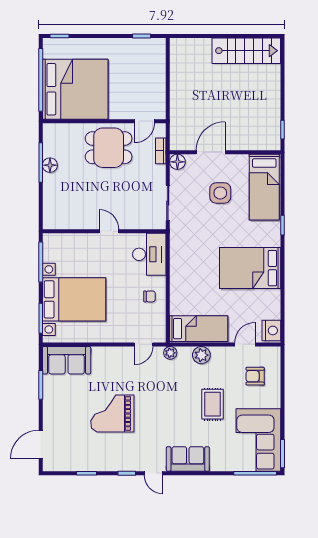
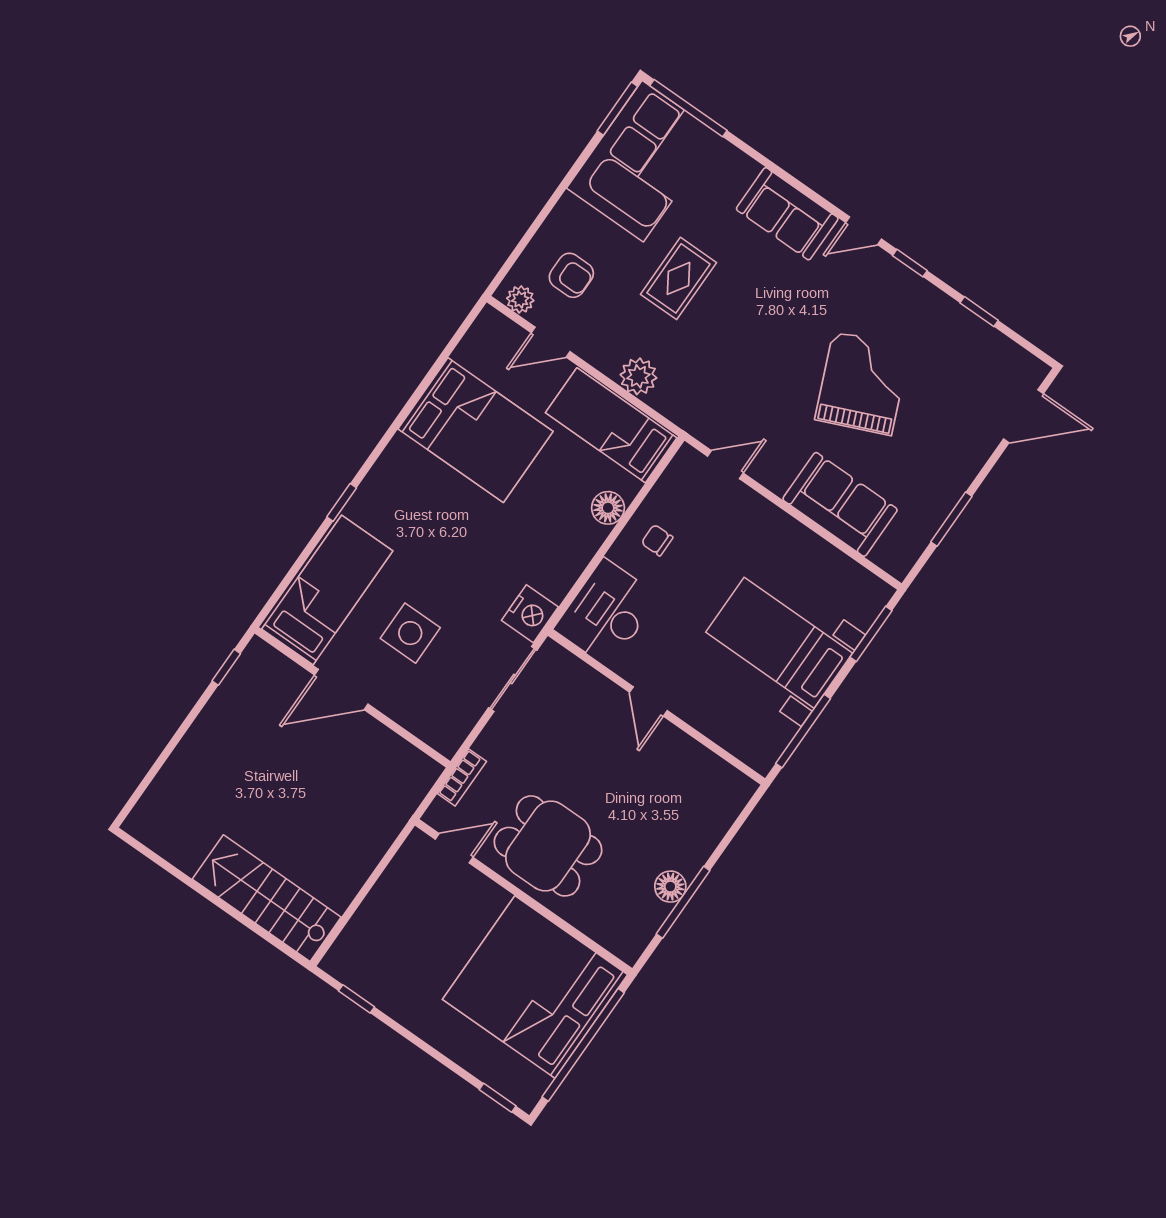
stairs: (246, 51) -> (267, 898), moved
door: (211, 152) -> (341, 690), moved
floor lamp: (177, 162) -> (608, 508), moved
bed: (250, 268) -> (476, 430), moved
bed with nightstands: (74, 299) -> (779, 643), width x0.73
nightstand: (271, 330) -> (530, 614), moved, turned 180
plant: (170, 353) -> (520, 299), moved
sofa: (67, 360) -> (840, 504), moved
grand piano: (112, 413) -> (862, 383), turned -113
door: (153, 473) -> (864, 231), swing flipped

